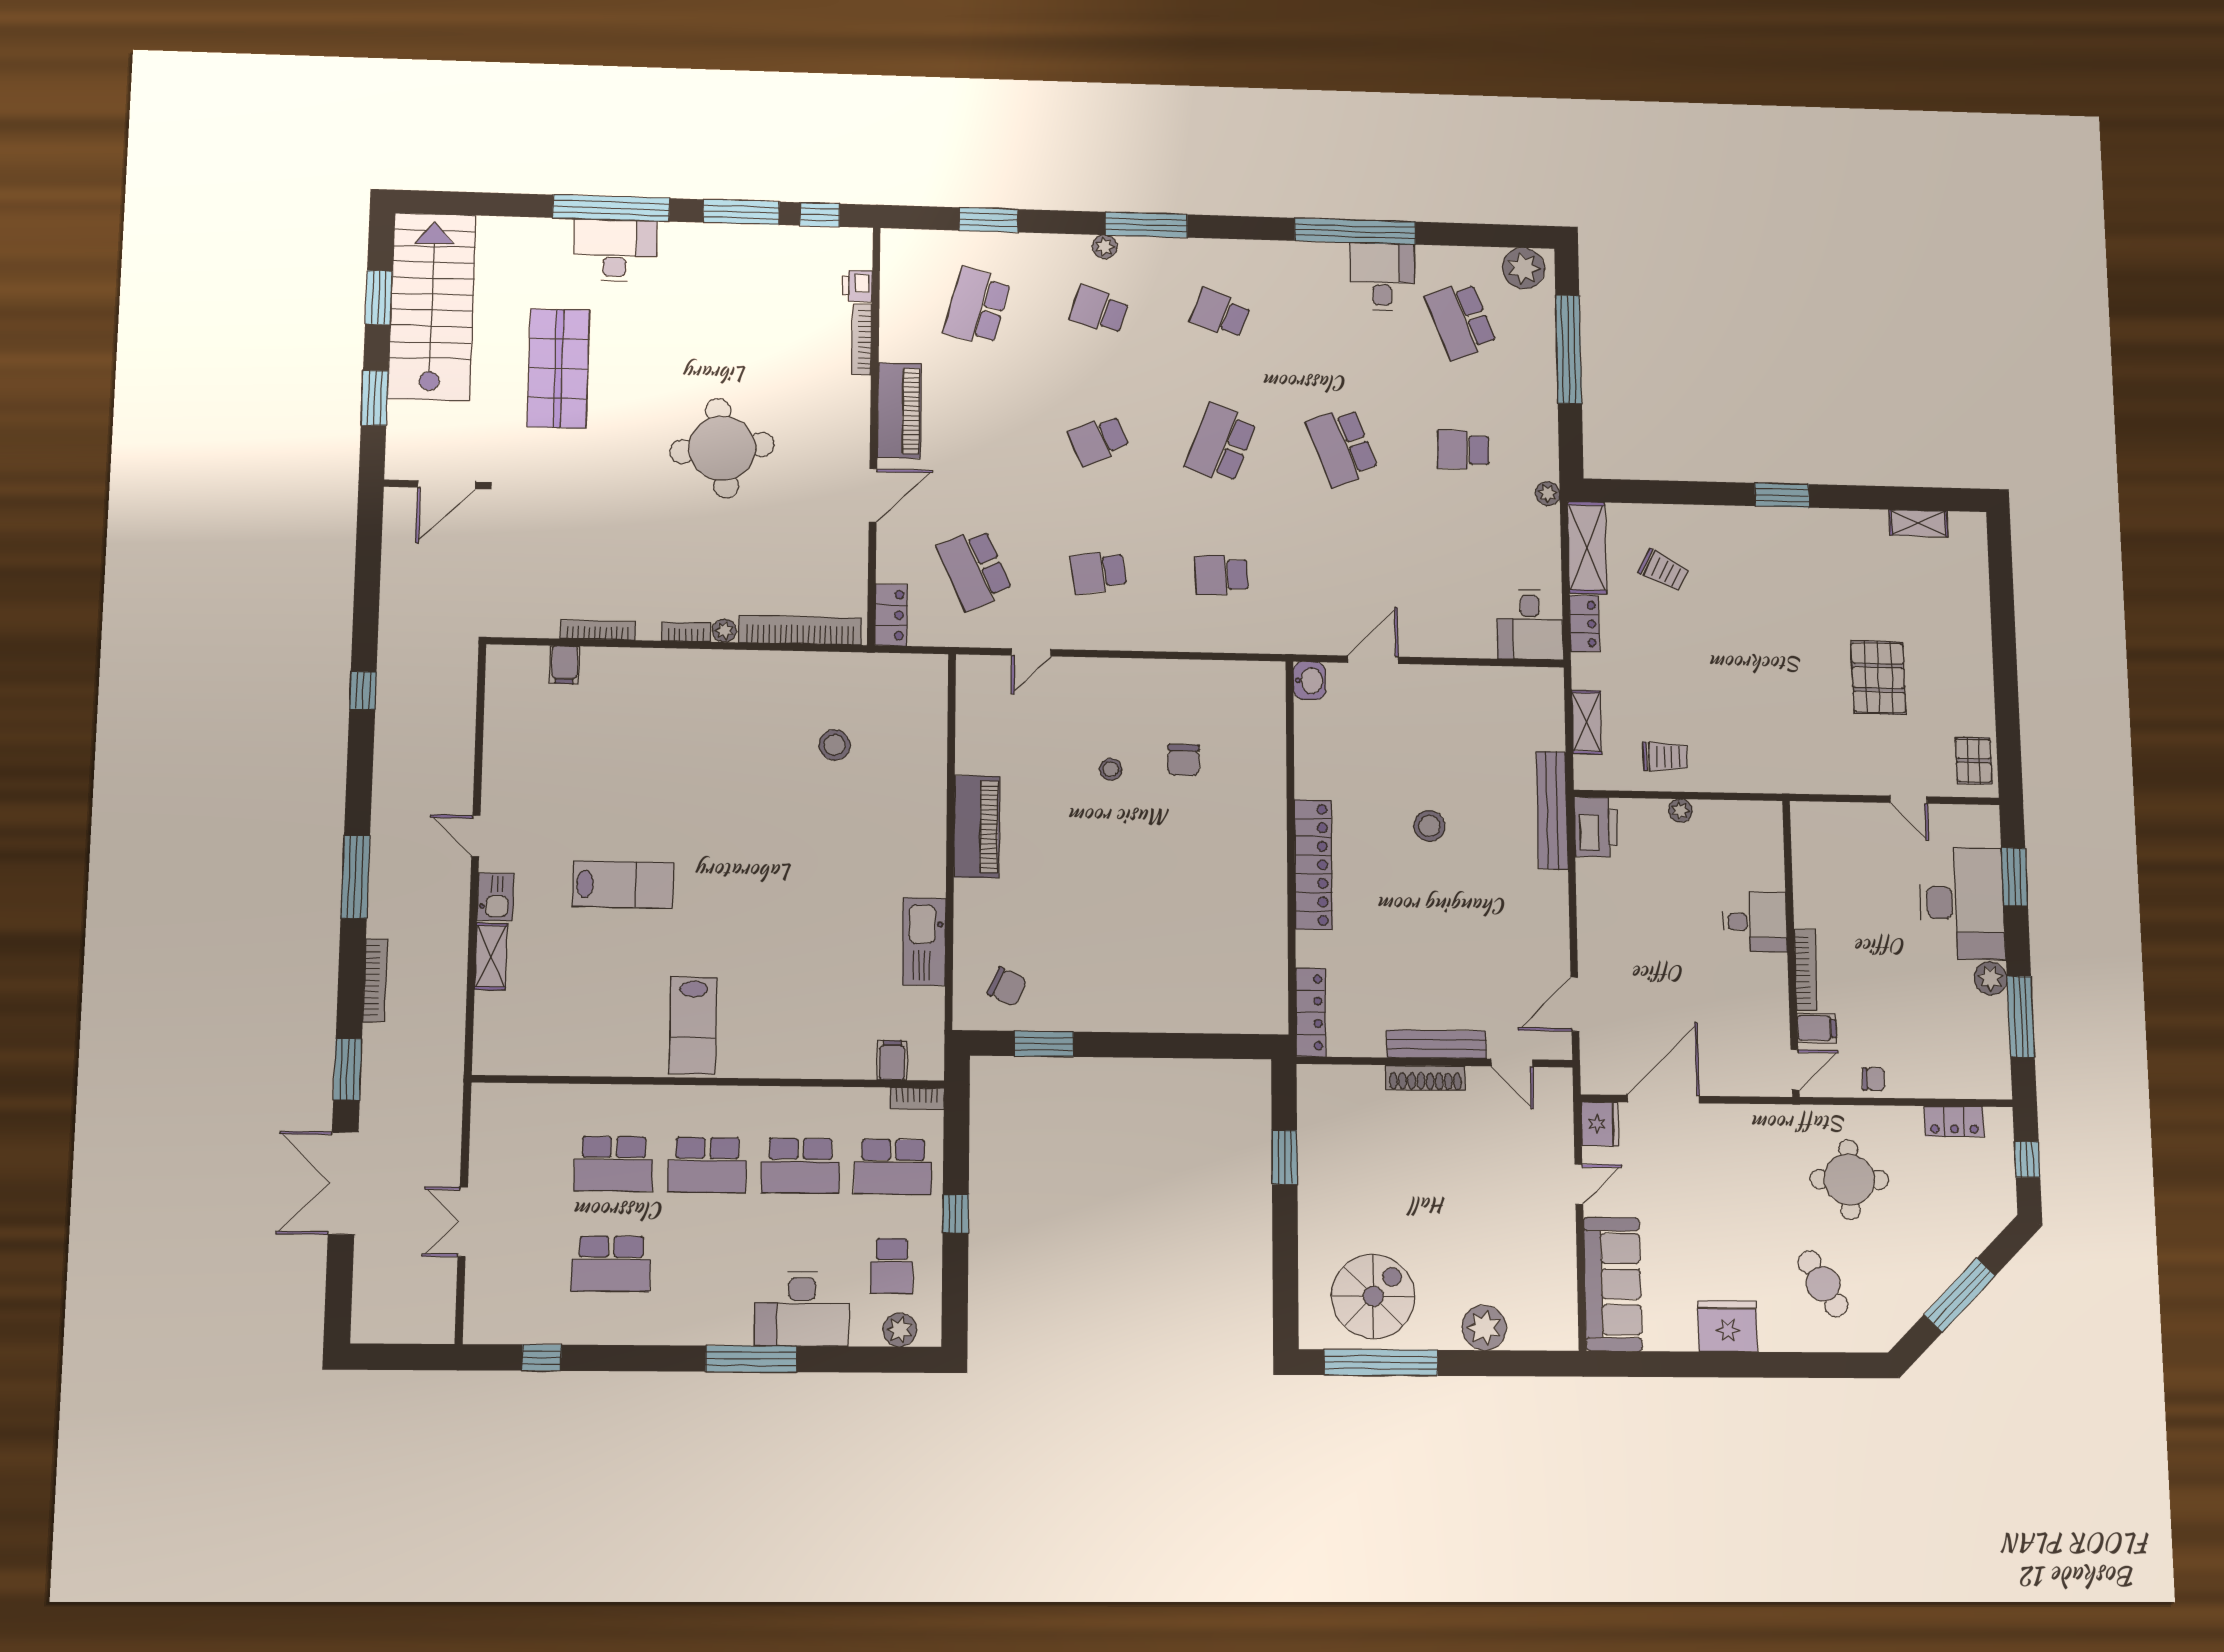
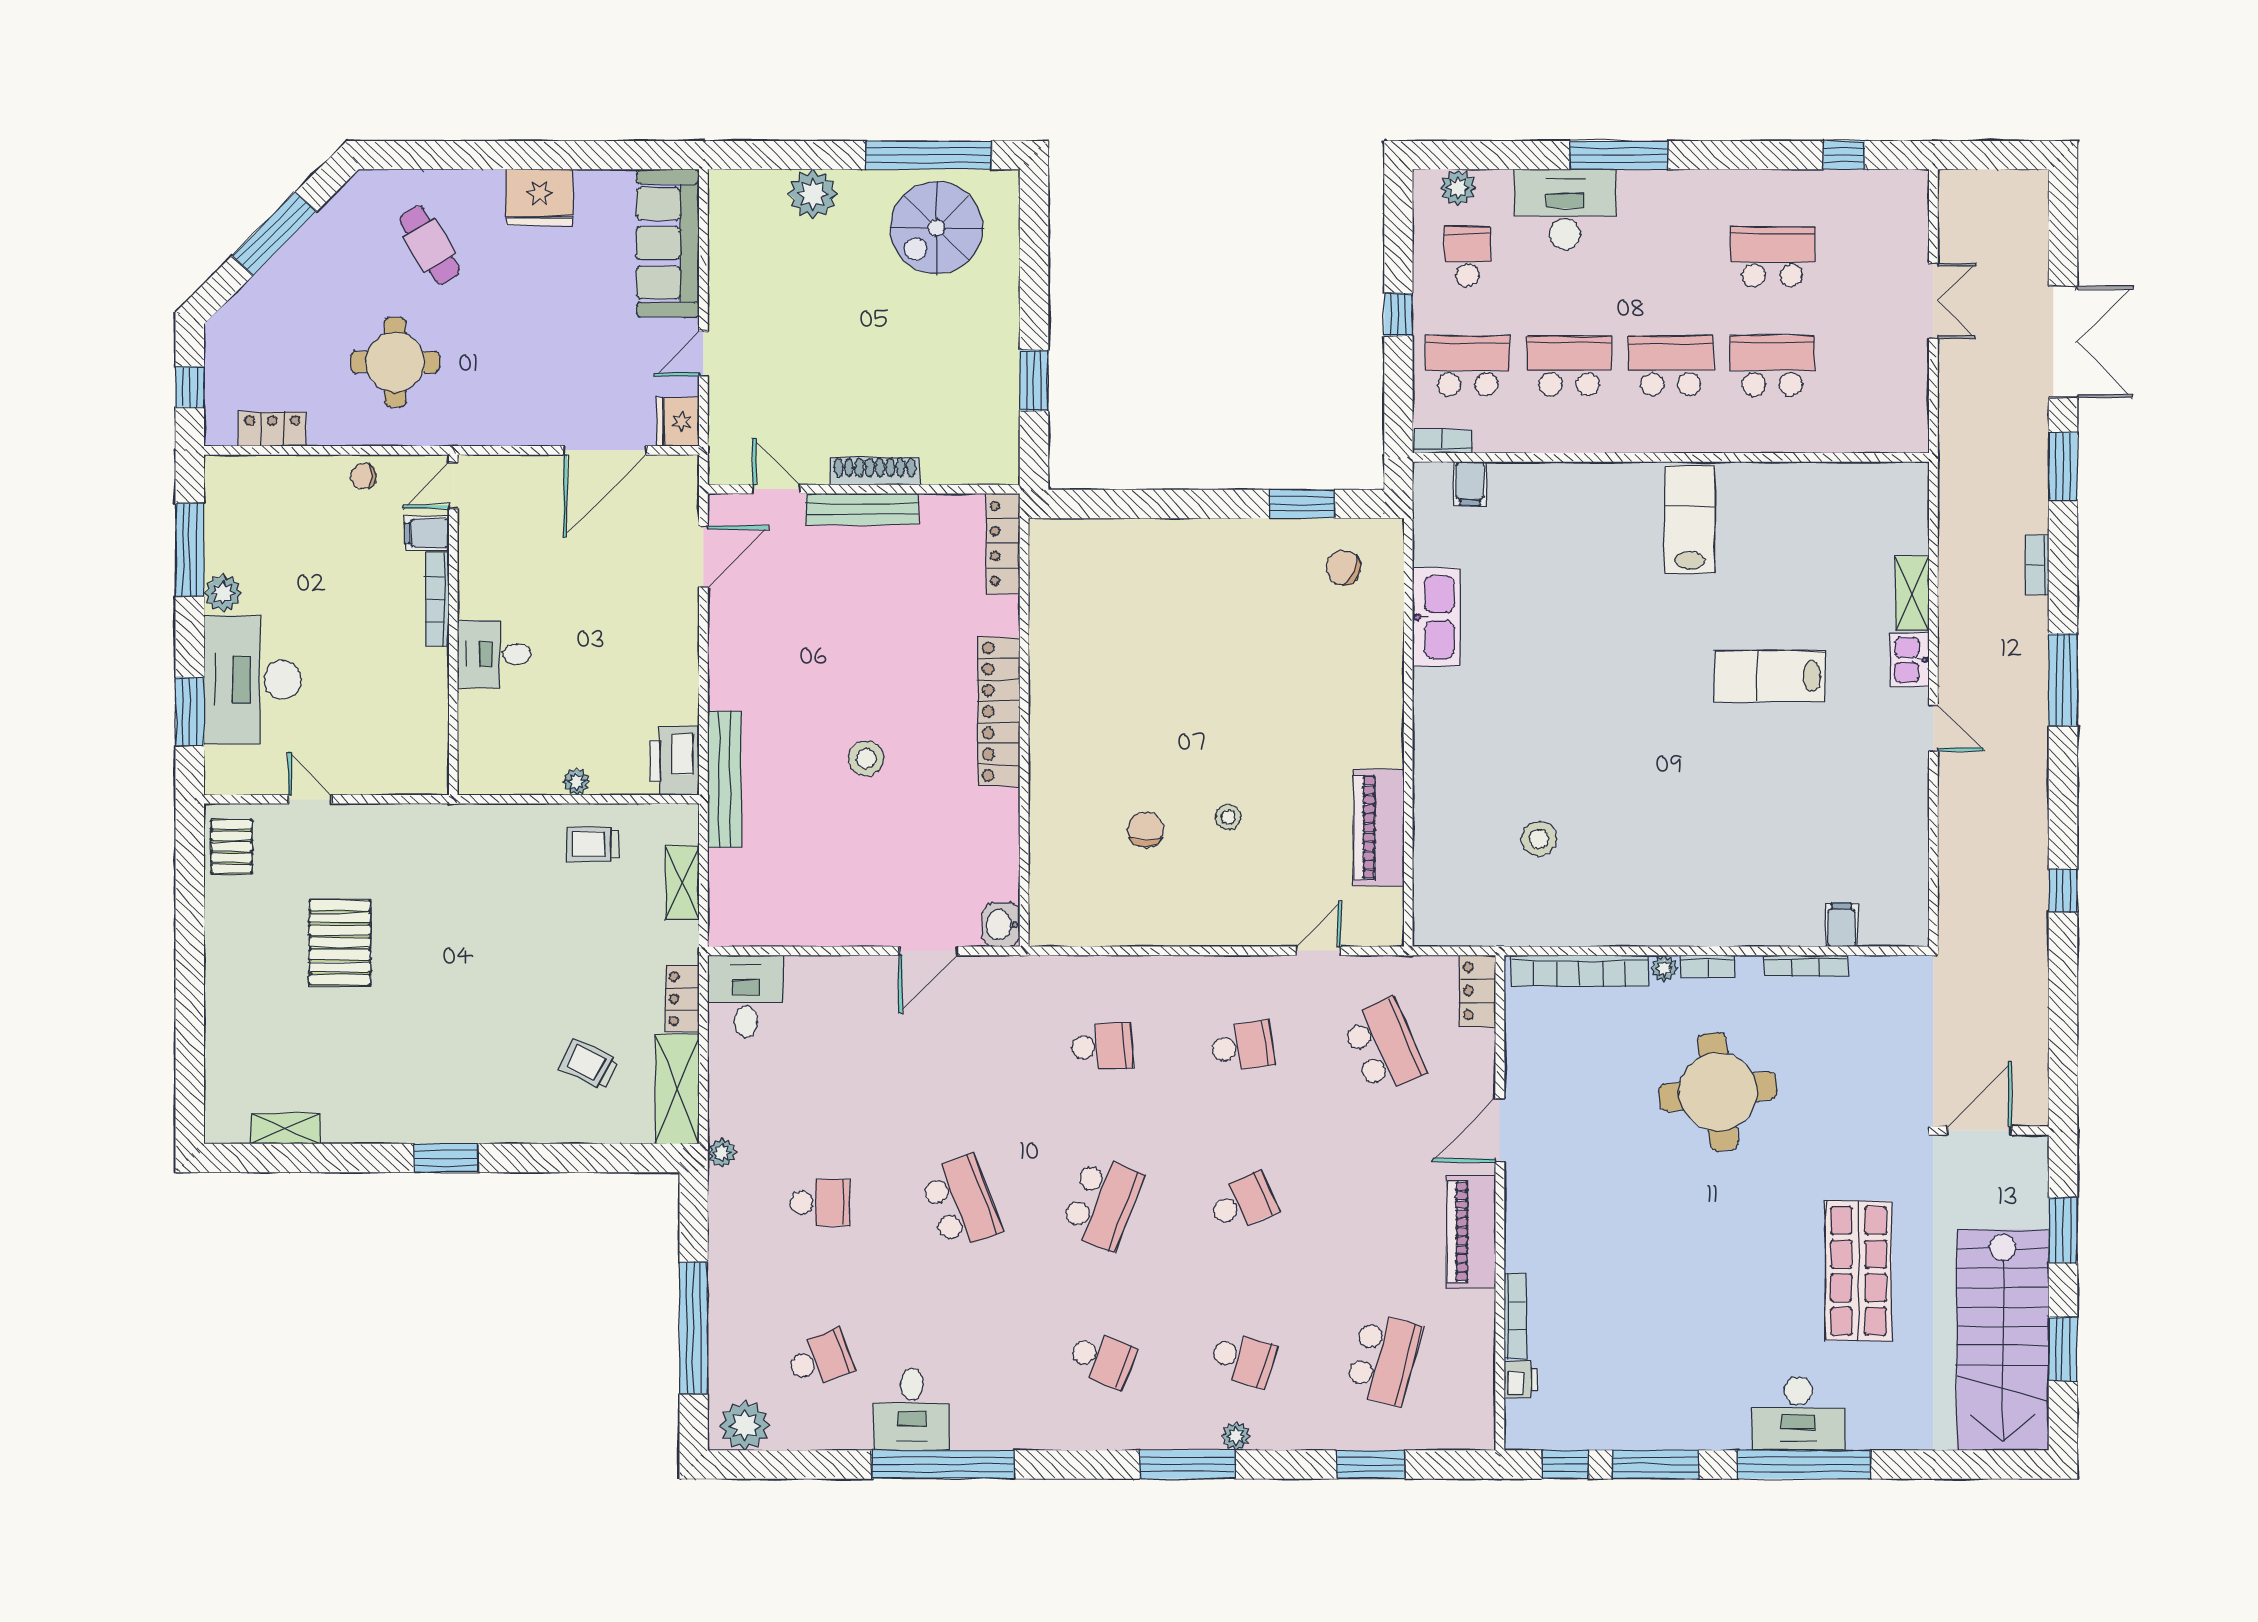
school desk: (1461, 321) -> (820, 1359), width x0.54
round table: (722, 448) -> (1718, 1092), moved
piano: (977, 827) -> (1379, 828), moved
bookcase: (375, 980) -> (2037, 565), width x0.64

